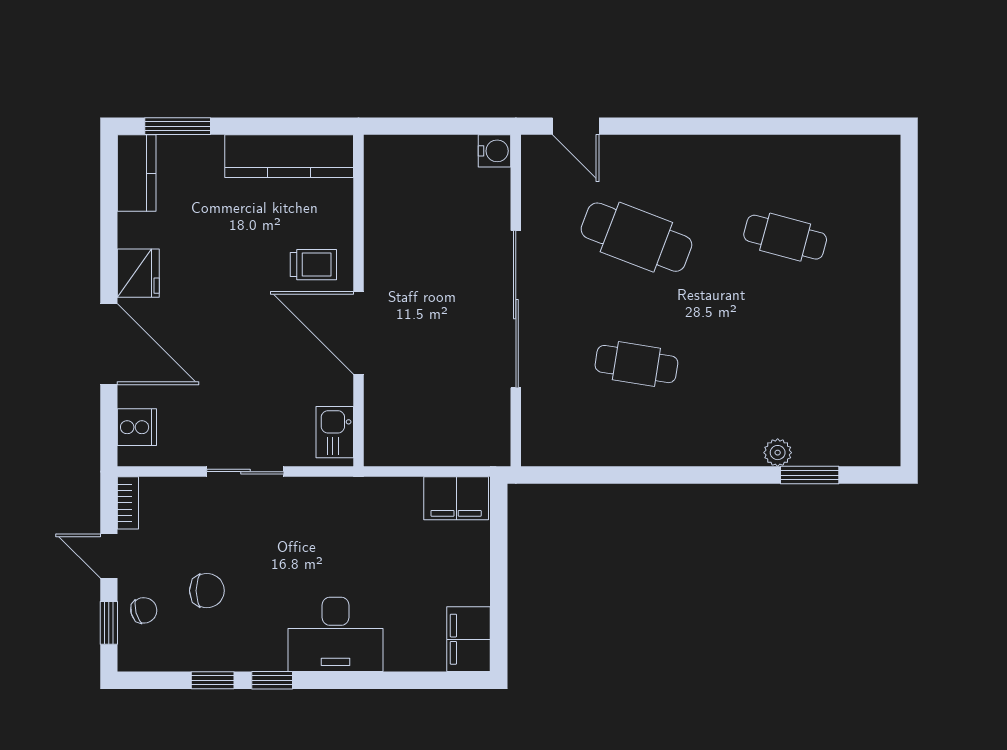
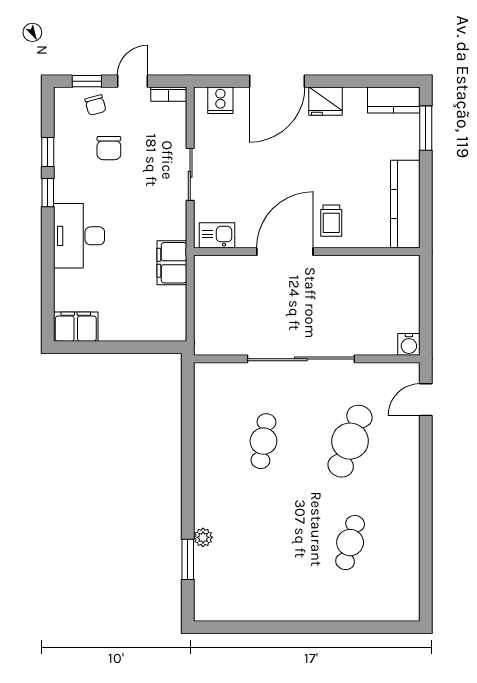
filing cabinet: (456, 498) -> (172, 263), moved

